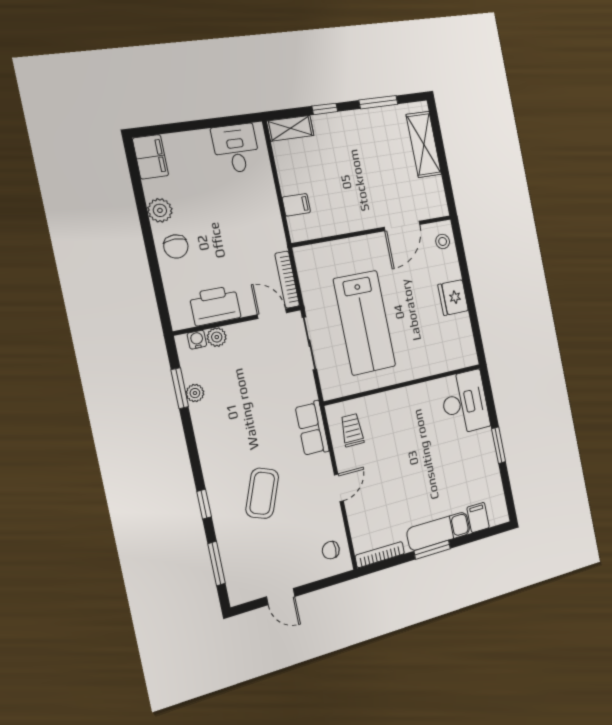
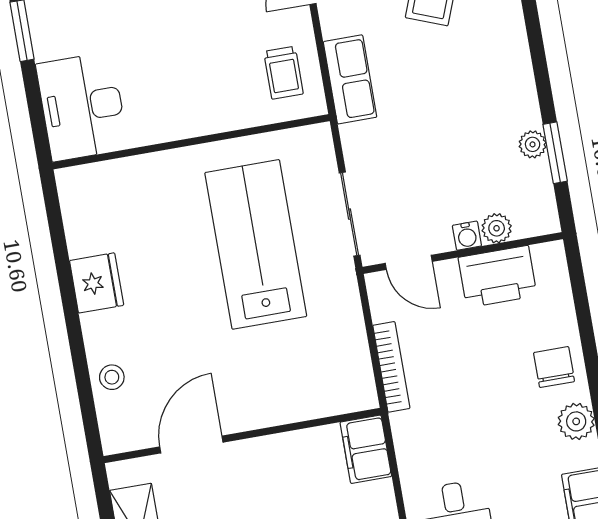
filing cabinet: (296, 205) -> (366, 449), width x2.00
door: (402, 226) -> (191, 444), moved
wall: (373, 231) -> (242, 436), moved
bookcase: (287, 280) -> (391, 367), moved
water cooler: (197, 340) -> (467, 236), moved

